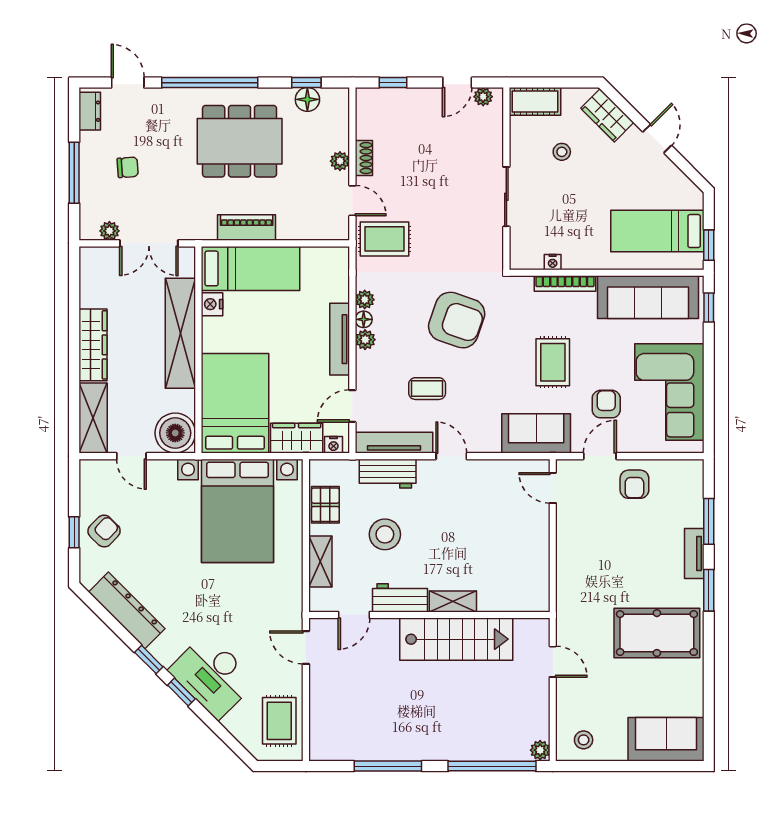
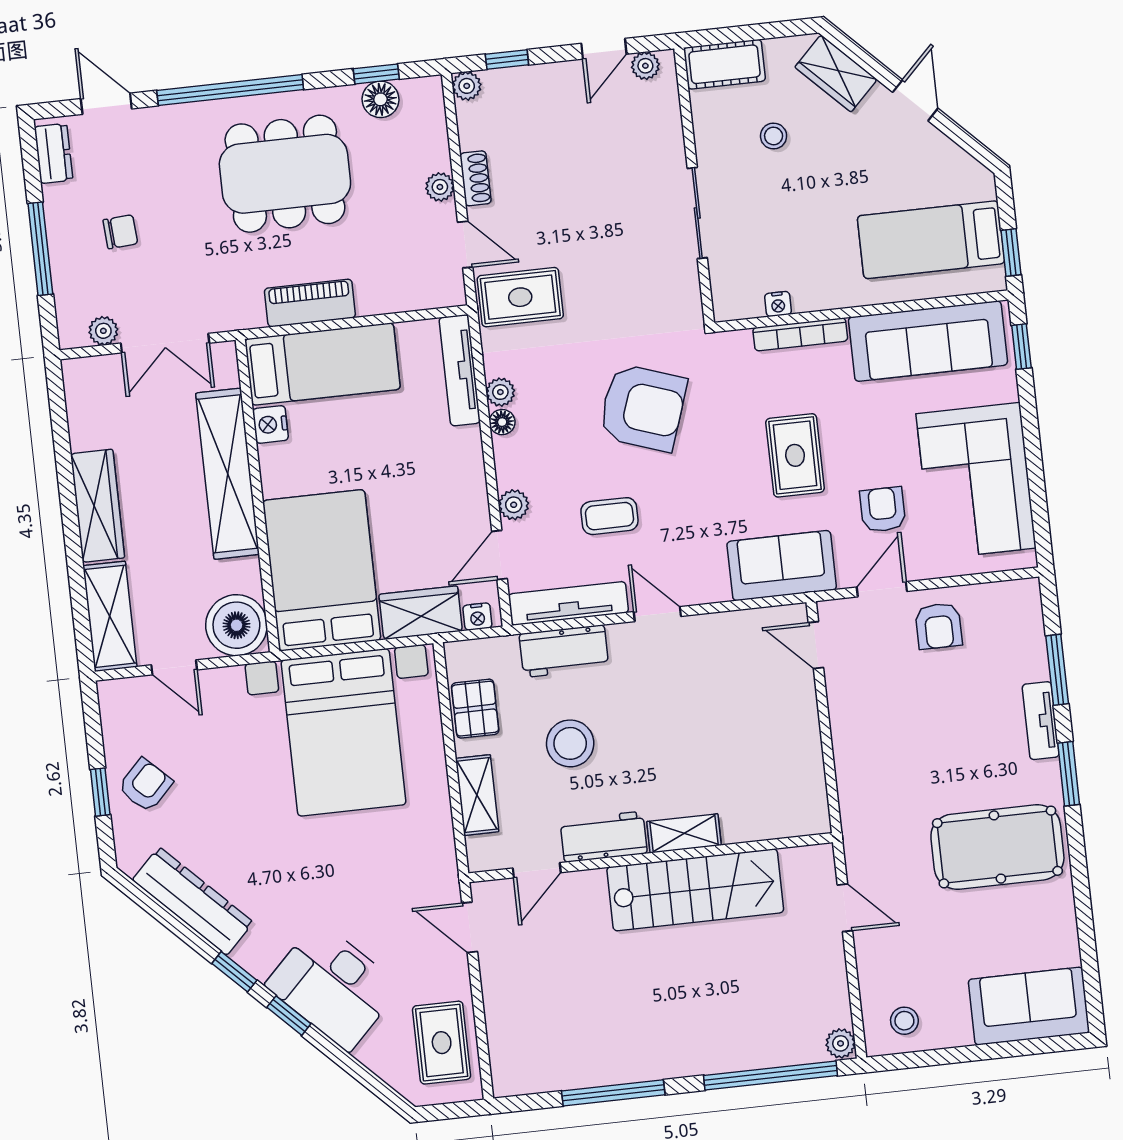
plant: (365, 97) -> (467, 86), added
tv unit: (340, 339) -> (460, 370), moved
plant: (365, 340) -> (514, 505), moved

